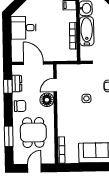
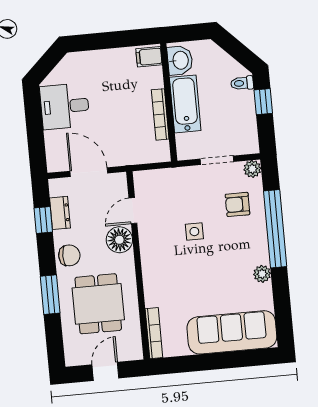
window: (9, 136) -> (50, 295), moved

